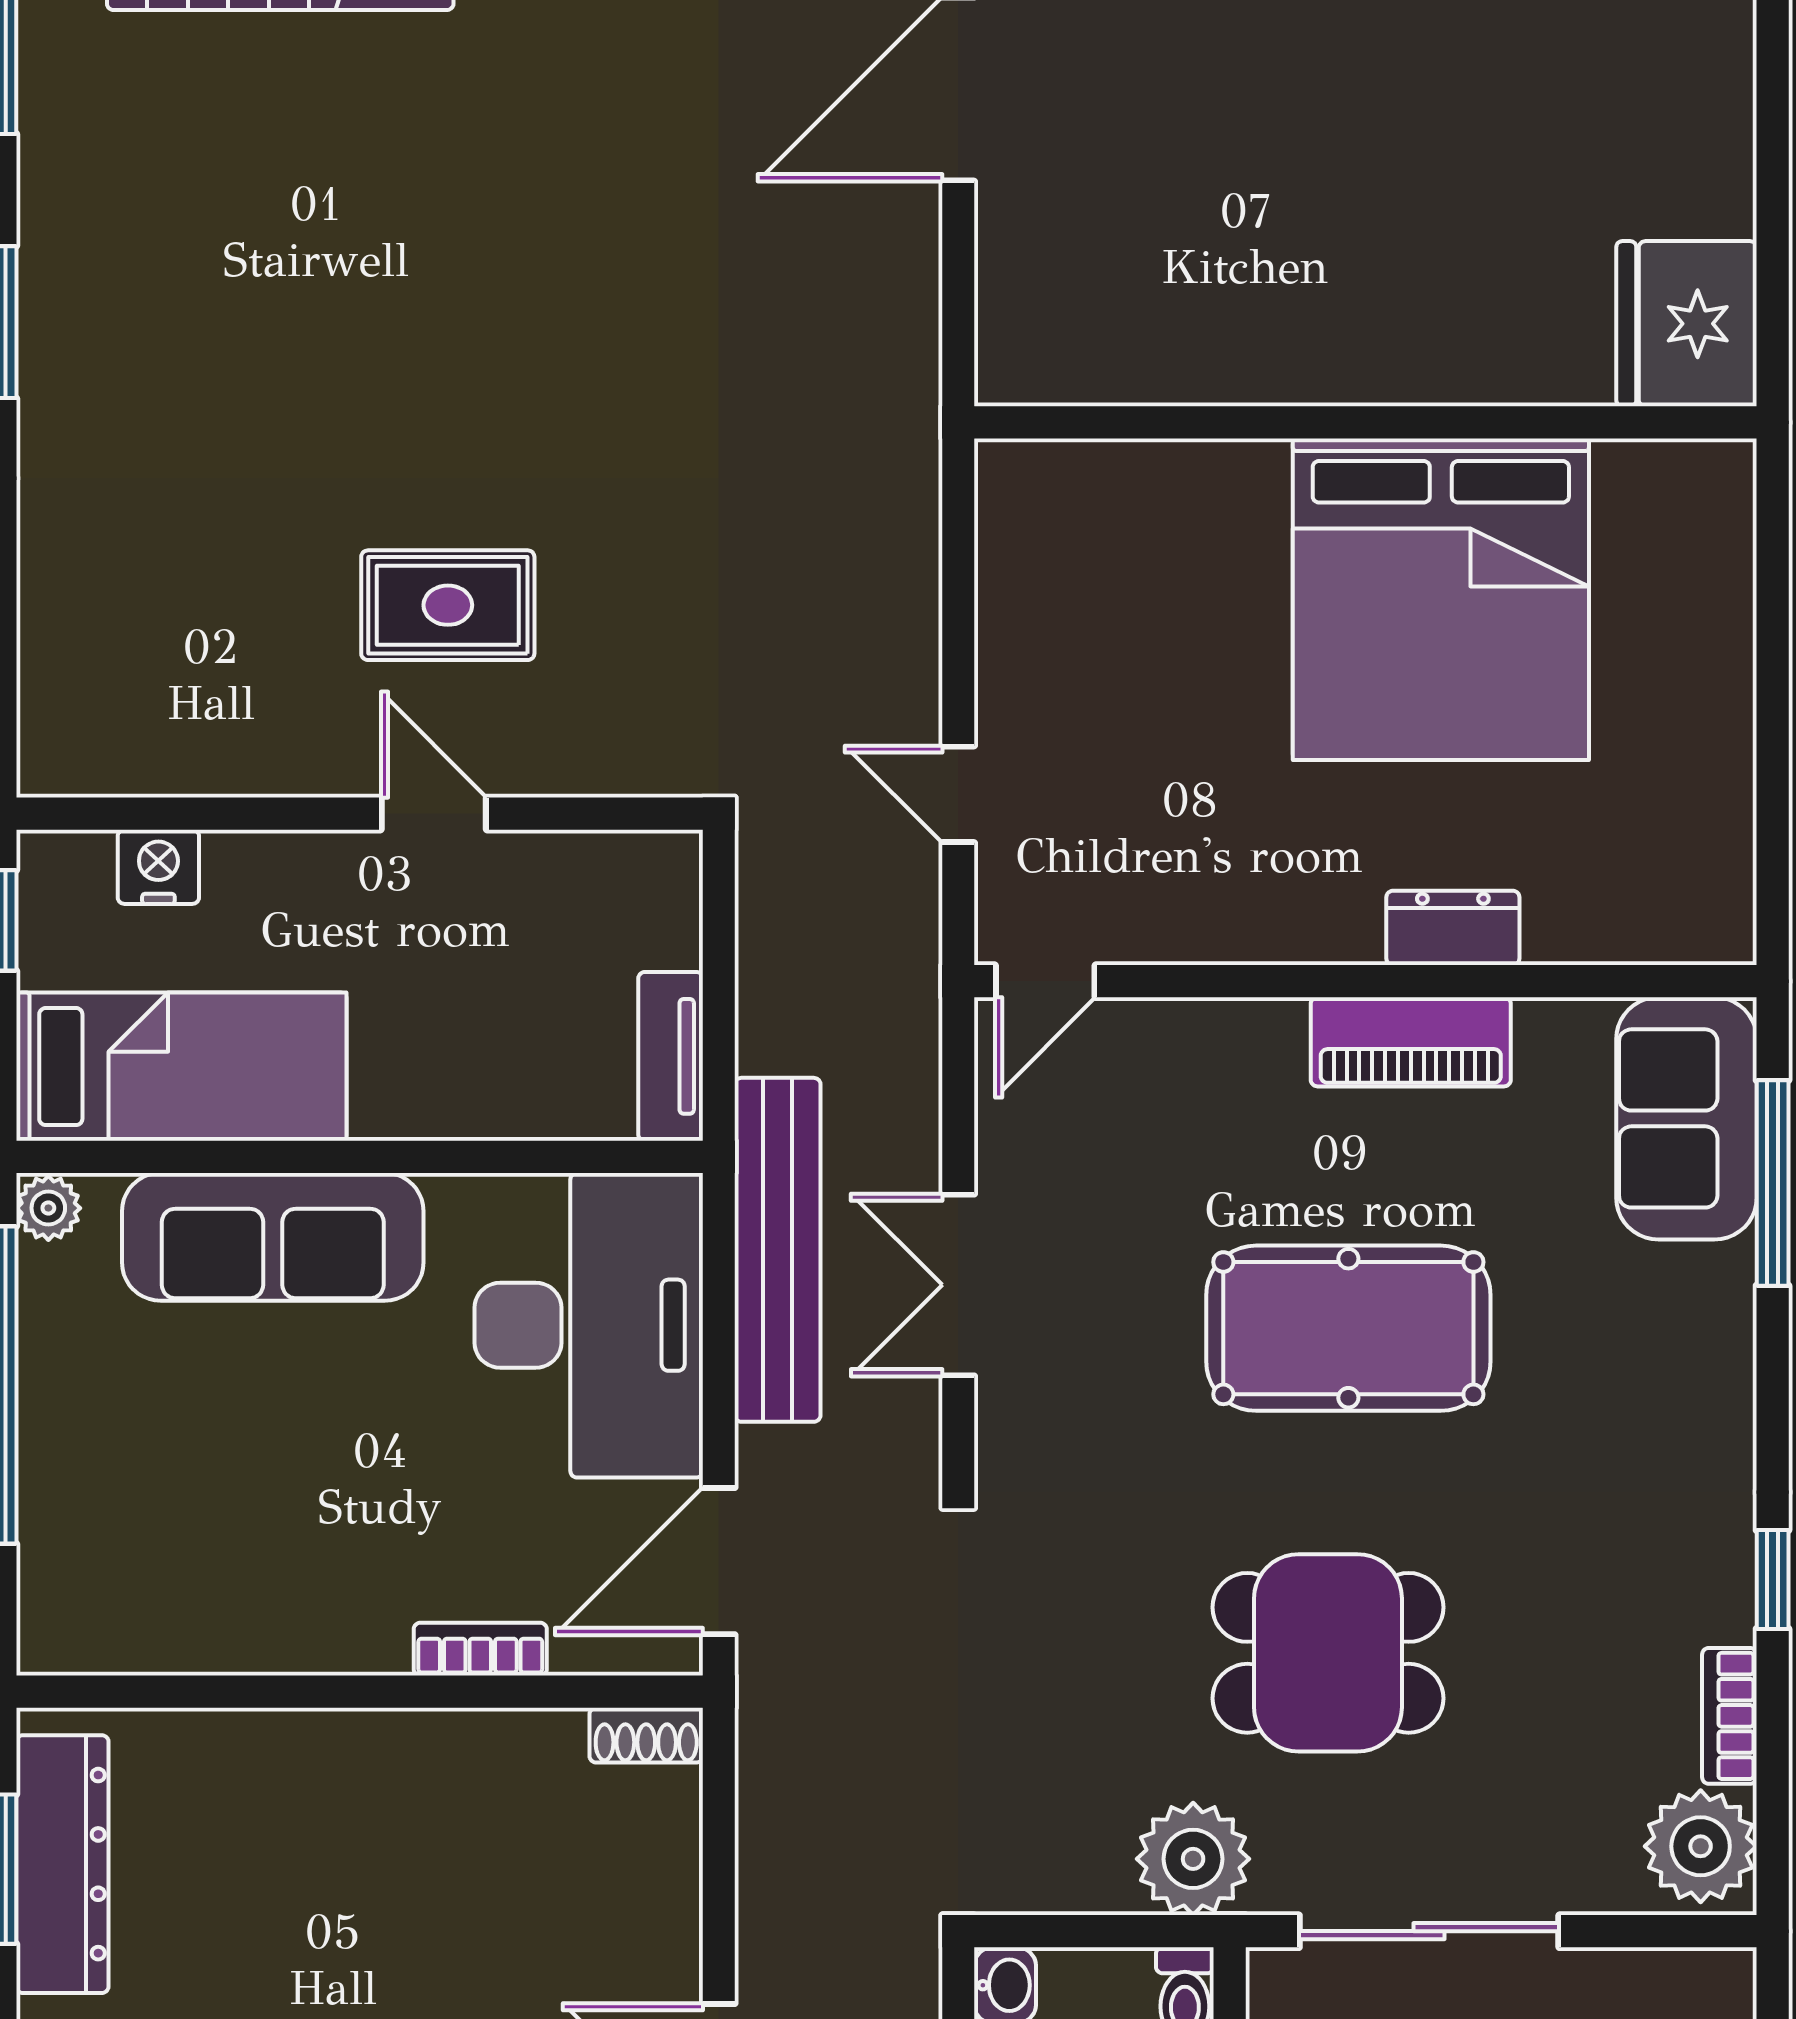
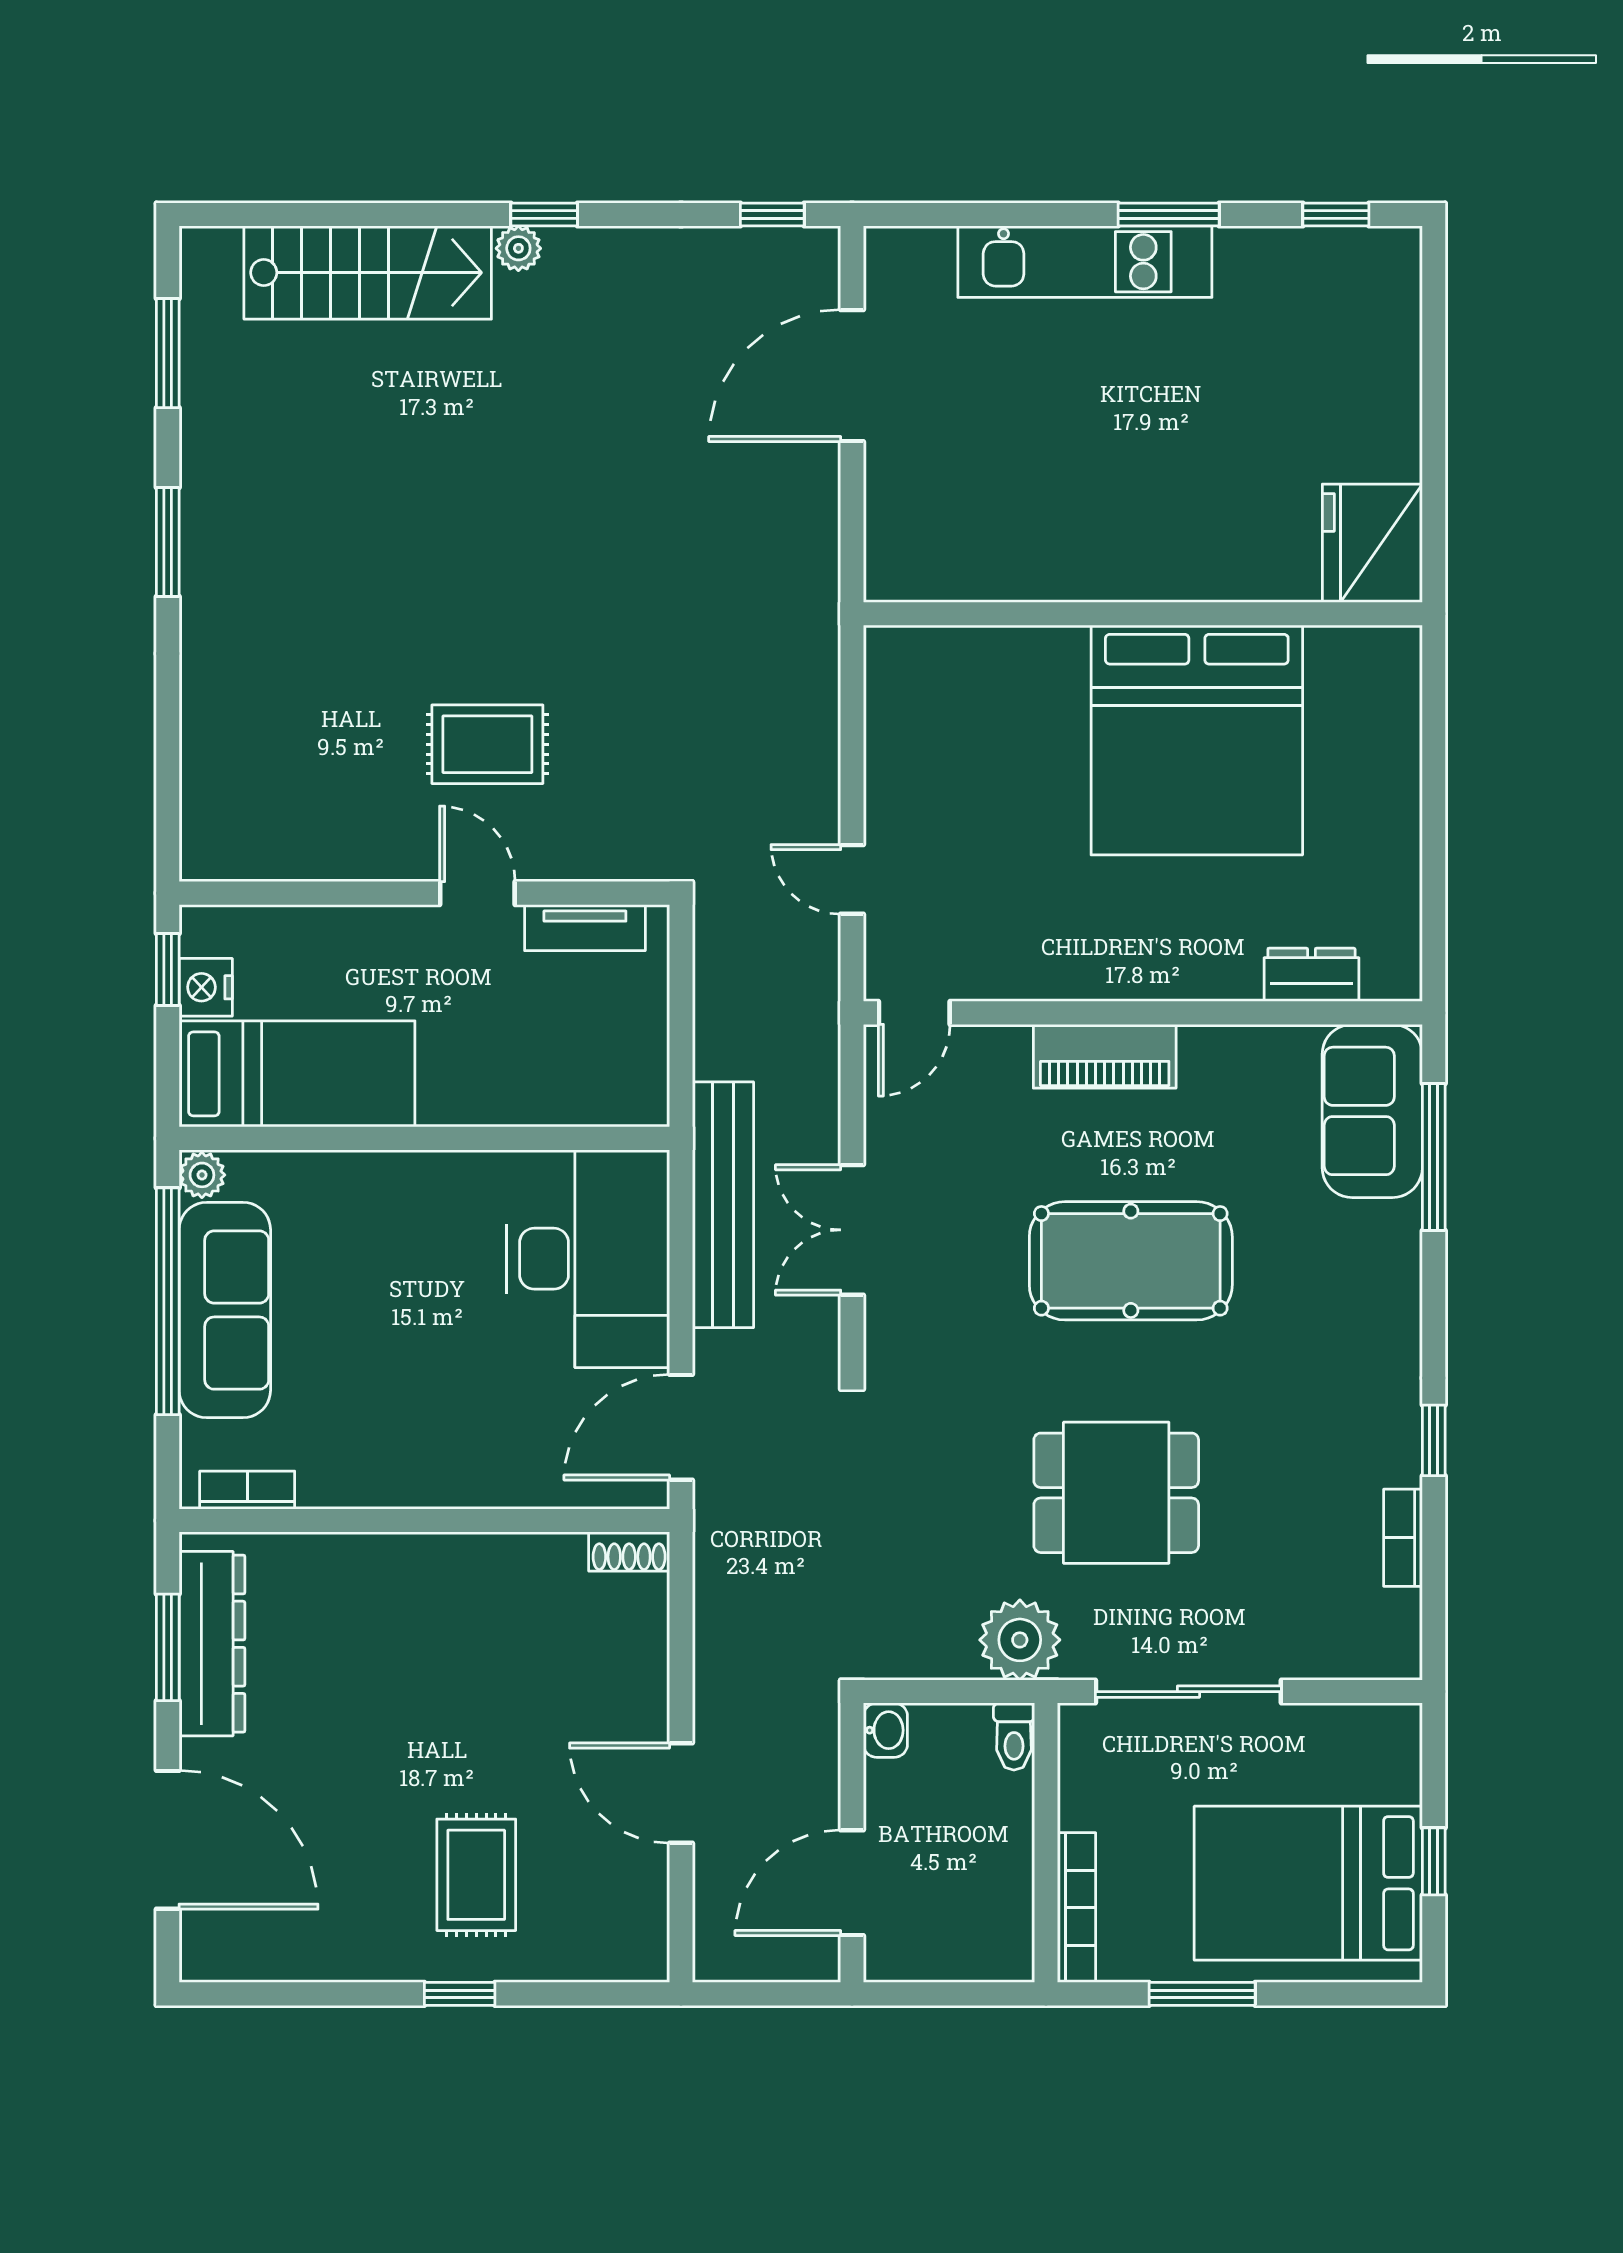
nightstand: (158, 867) -> (206, 987), moved, turned -90
dresser: (1453, 928) -> (1311, 975), moved
piano: (1411, 1042) -> (1105, 1056), moved
tv unit: (671, 1056) -> (585, 928), moved, turned -90
sofa: (273, 1237) -> (225, 1310), moved, turned -90
bookcase: (480, 1649) -> (247, 1490), moved
plant: (1701, 1846) -> (1382, 1631), removed

